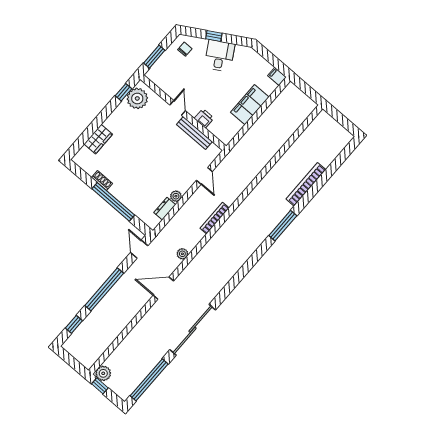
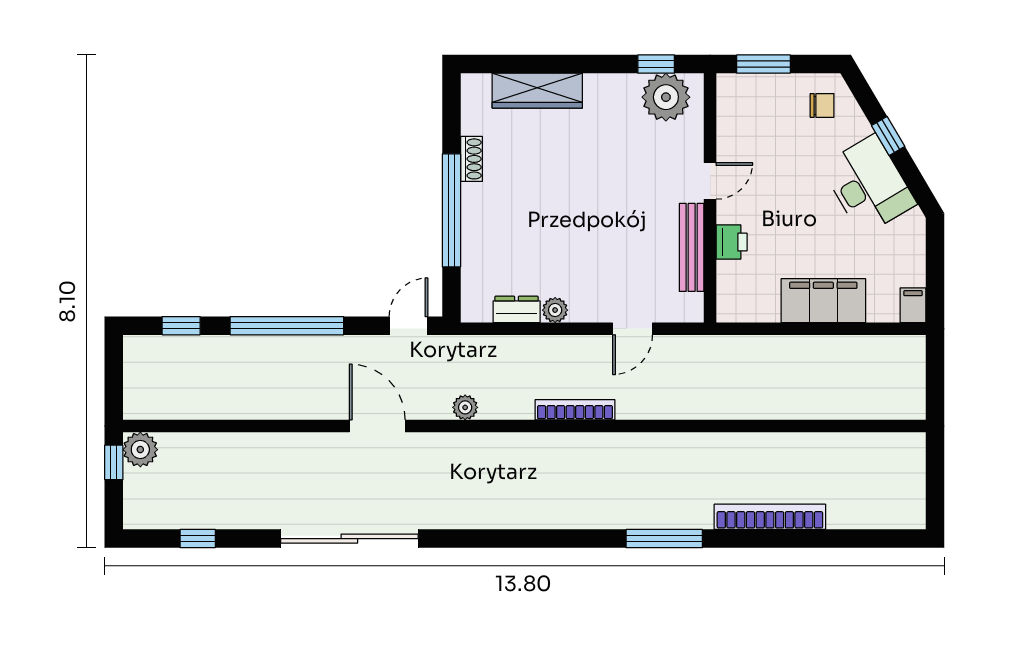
desk: (220, 56) -> (869, 185), width x1.37
wardrobe: (98, 139) -> (537, 91), width x1.50
window: (149, 380) -> (198, 539), width x0.32

